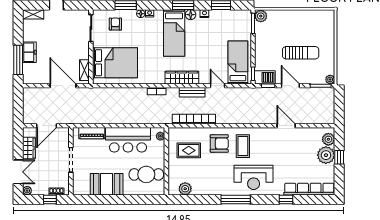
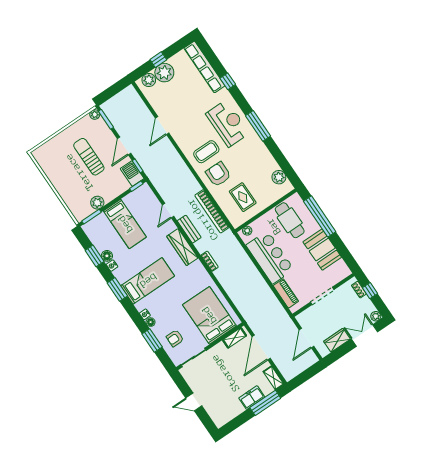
shelving: (33, 14) -> (273, 378), moved
floor lamp: (191, 15) -> (107, 256), moved
plant: (261, 16) -> (97, 203), moved
bed: (238, 62) -> (125, 224), moved, turned -90
door: (46, 126) -> (307, 338), swing flipped
window: (134, 200) -> (320, 216), added

